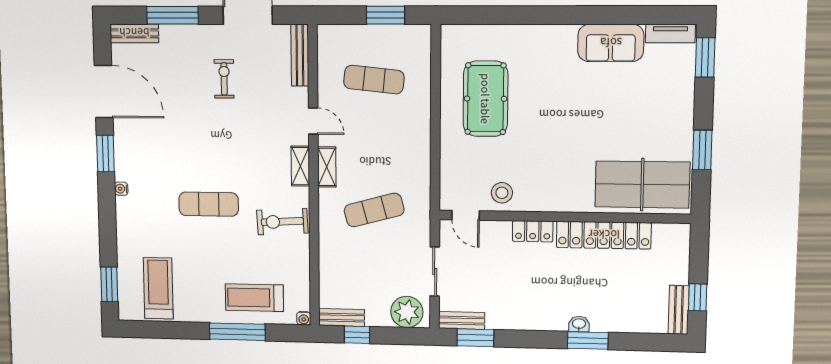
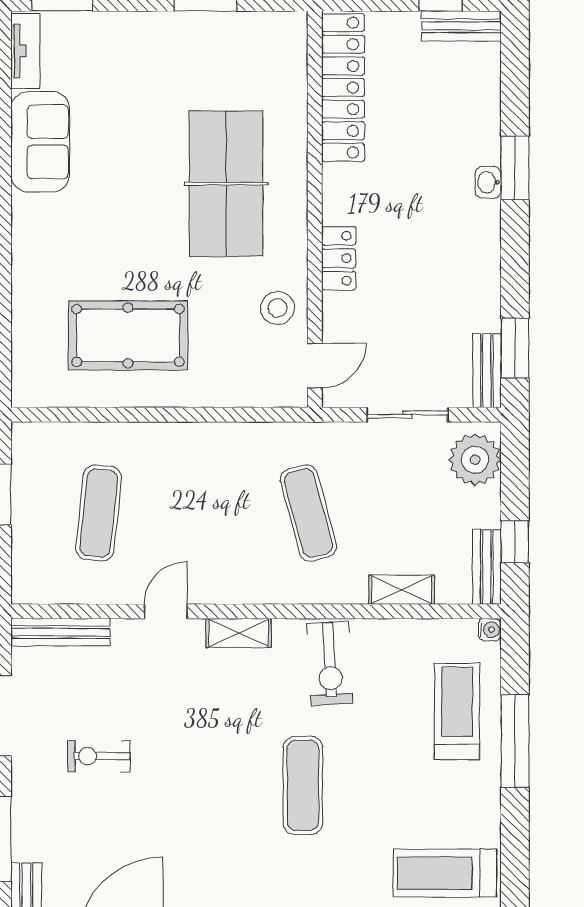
shelving: (327, 167) -> (402, 590), moved
table tennis table: (642, 185) -> (226, 184), moved
locker: (604, 235) -> (343, 87), moved
treadmill: (254, 298) -> (457, 711), turned 180

